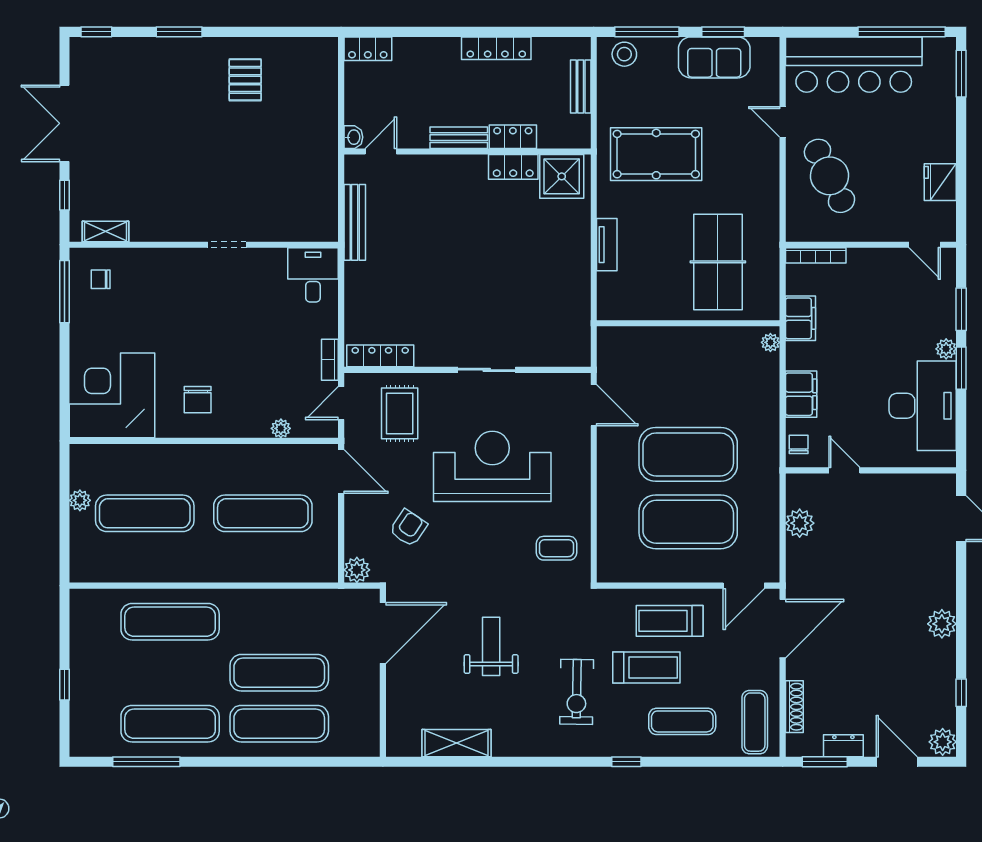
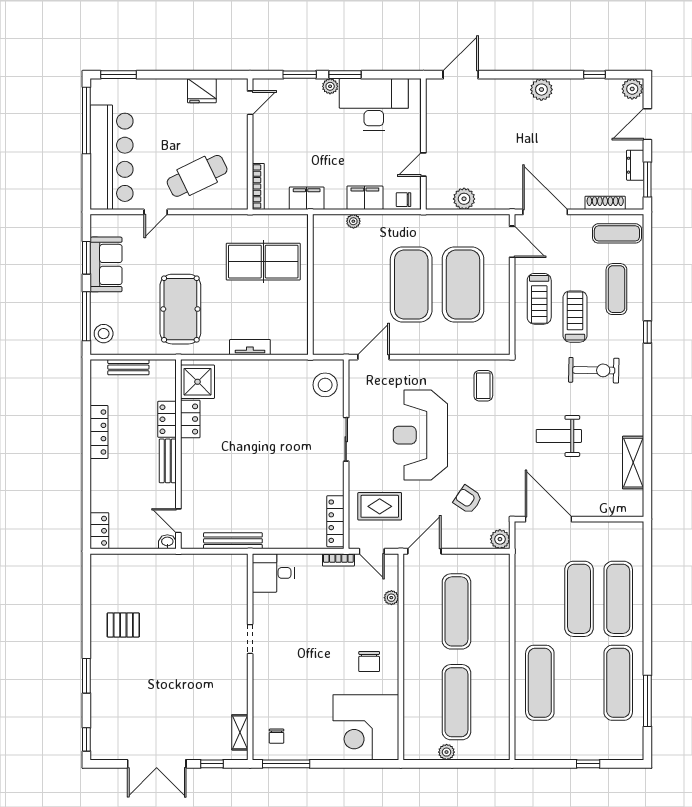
stool: (558, 342) -> (325, 385), added
plant: (770, 342) -> (353, 221), moved
chair: (198, 400) -> (369, 662), turned 90

